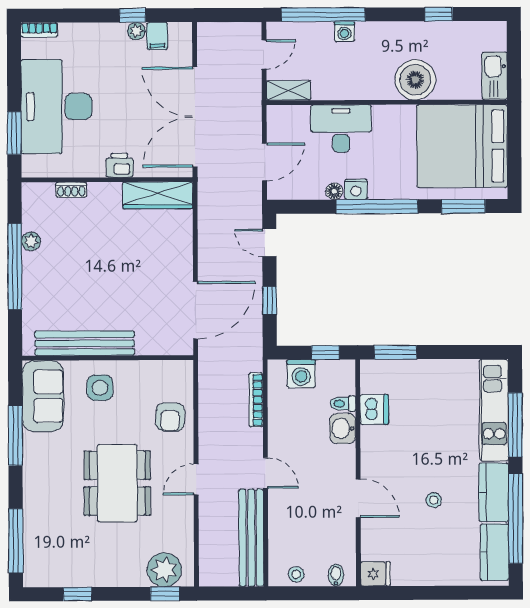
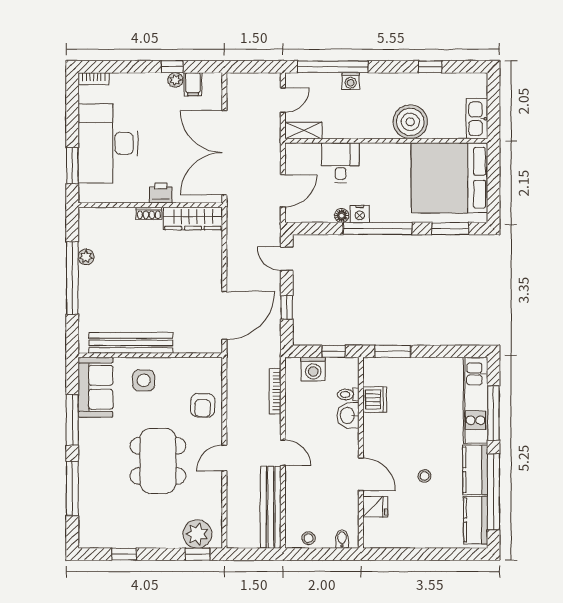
desk: (341, 128) -> (341, 163), width x0.73
shoe rack: (71, 190) -> (149, 213), moved
window: (16, 541) -> (72, 489), moved
fridge: (375, 574) -> (375, 507), moved

